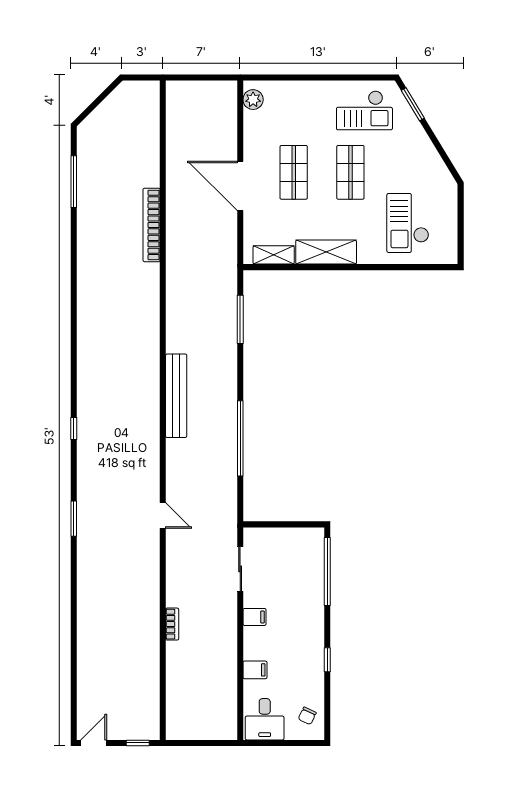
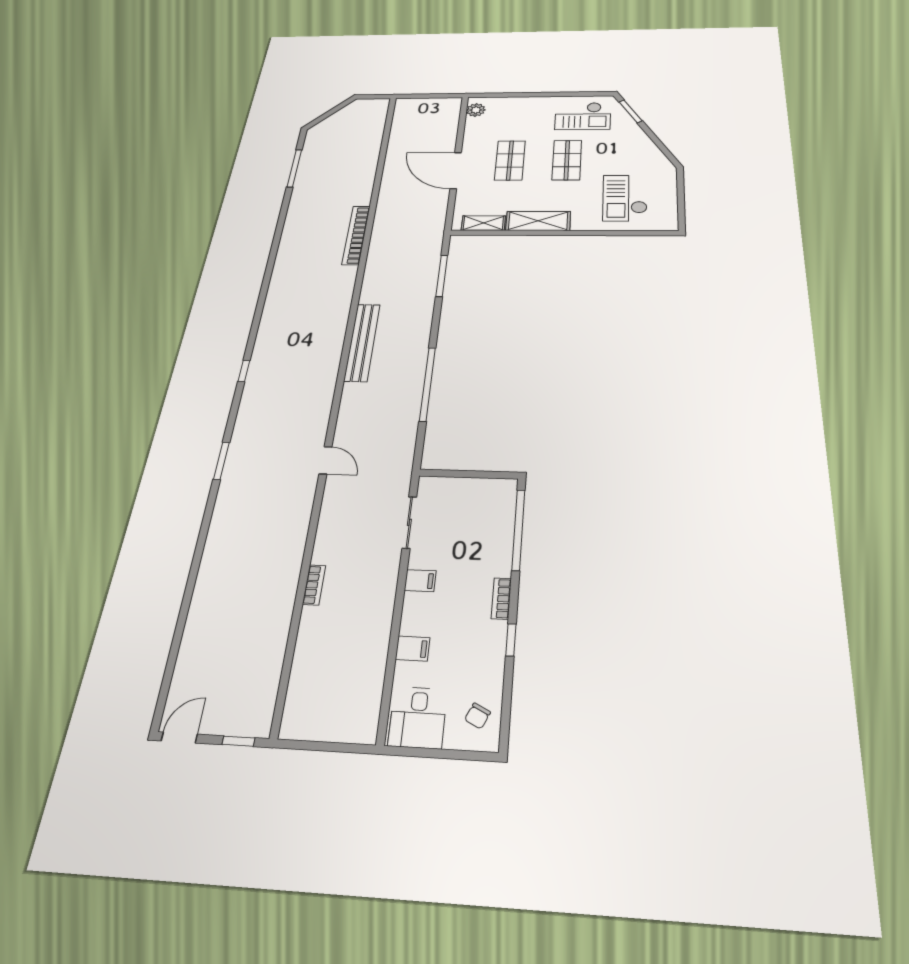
bookcase: (152, 225) -> (356, 235), moved
bookcase: (318, 628) -> (501, 599), added

